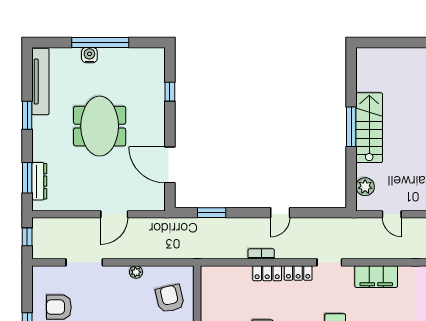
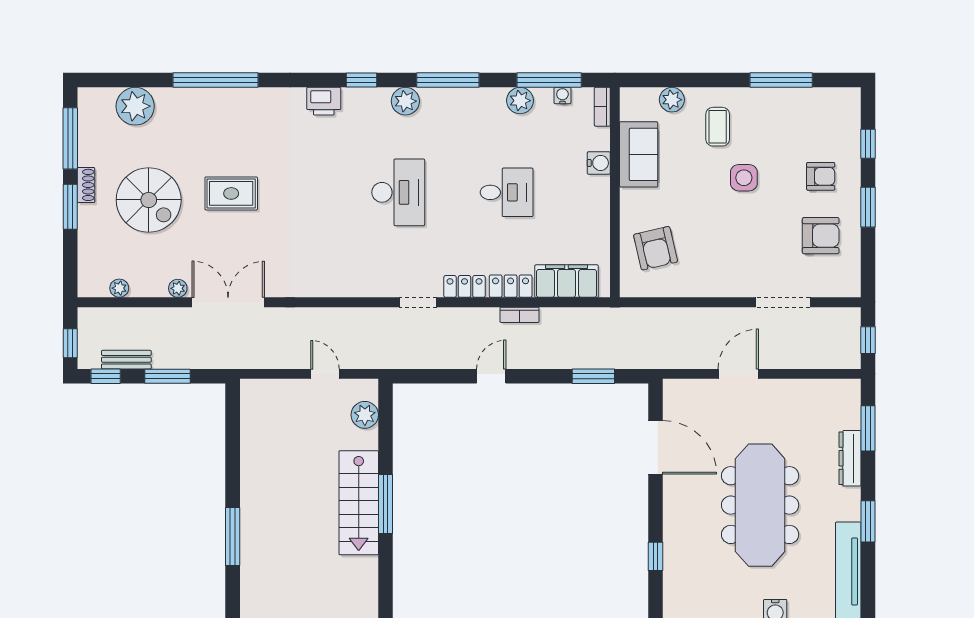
meeting table: (100, 126) -> (760, 505), width x1.36
dresser: (39, 181) -> (850, 458), moved
plant: (136, 272) -> (706, 288), removed
filing cabinet: (376, 277) -> (567, 281), moved

